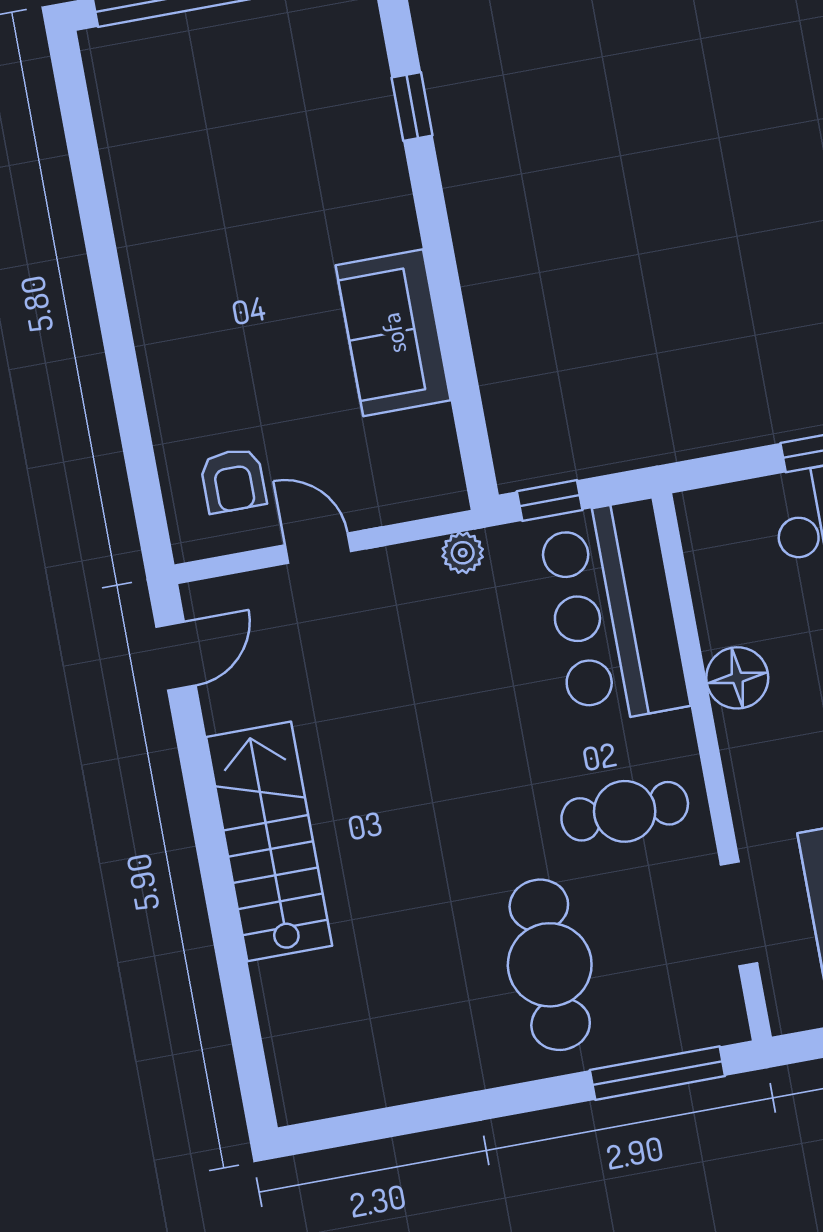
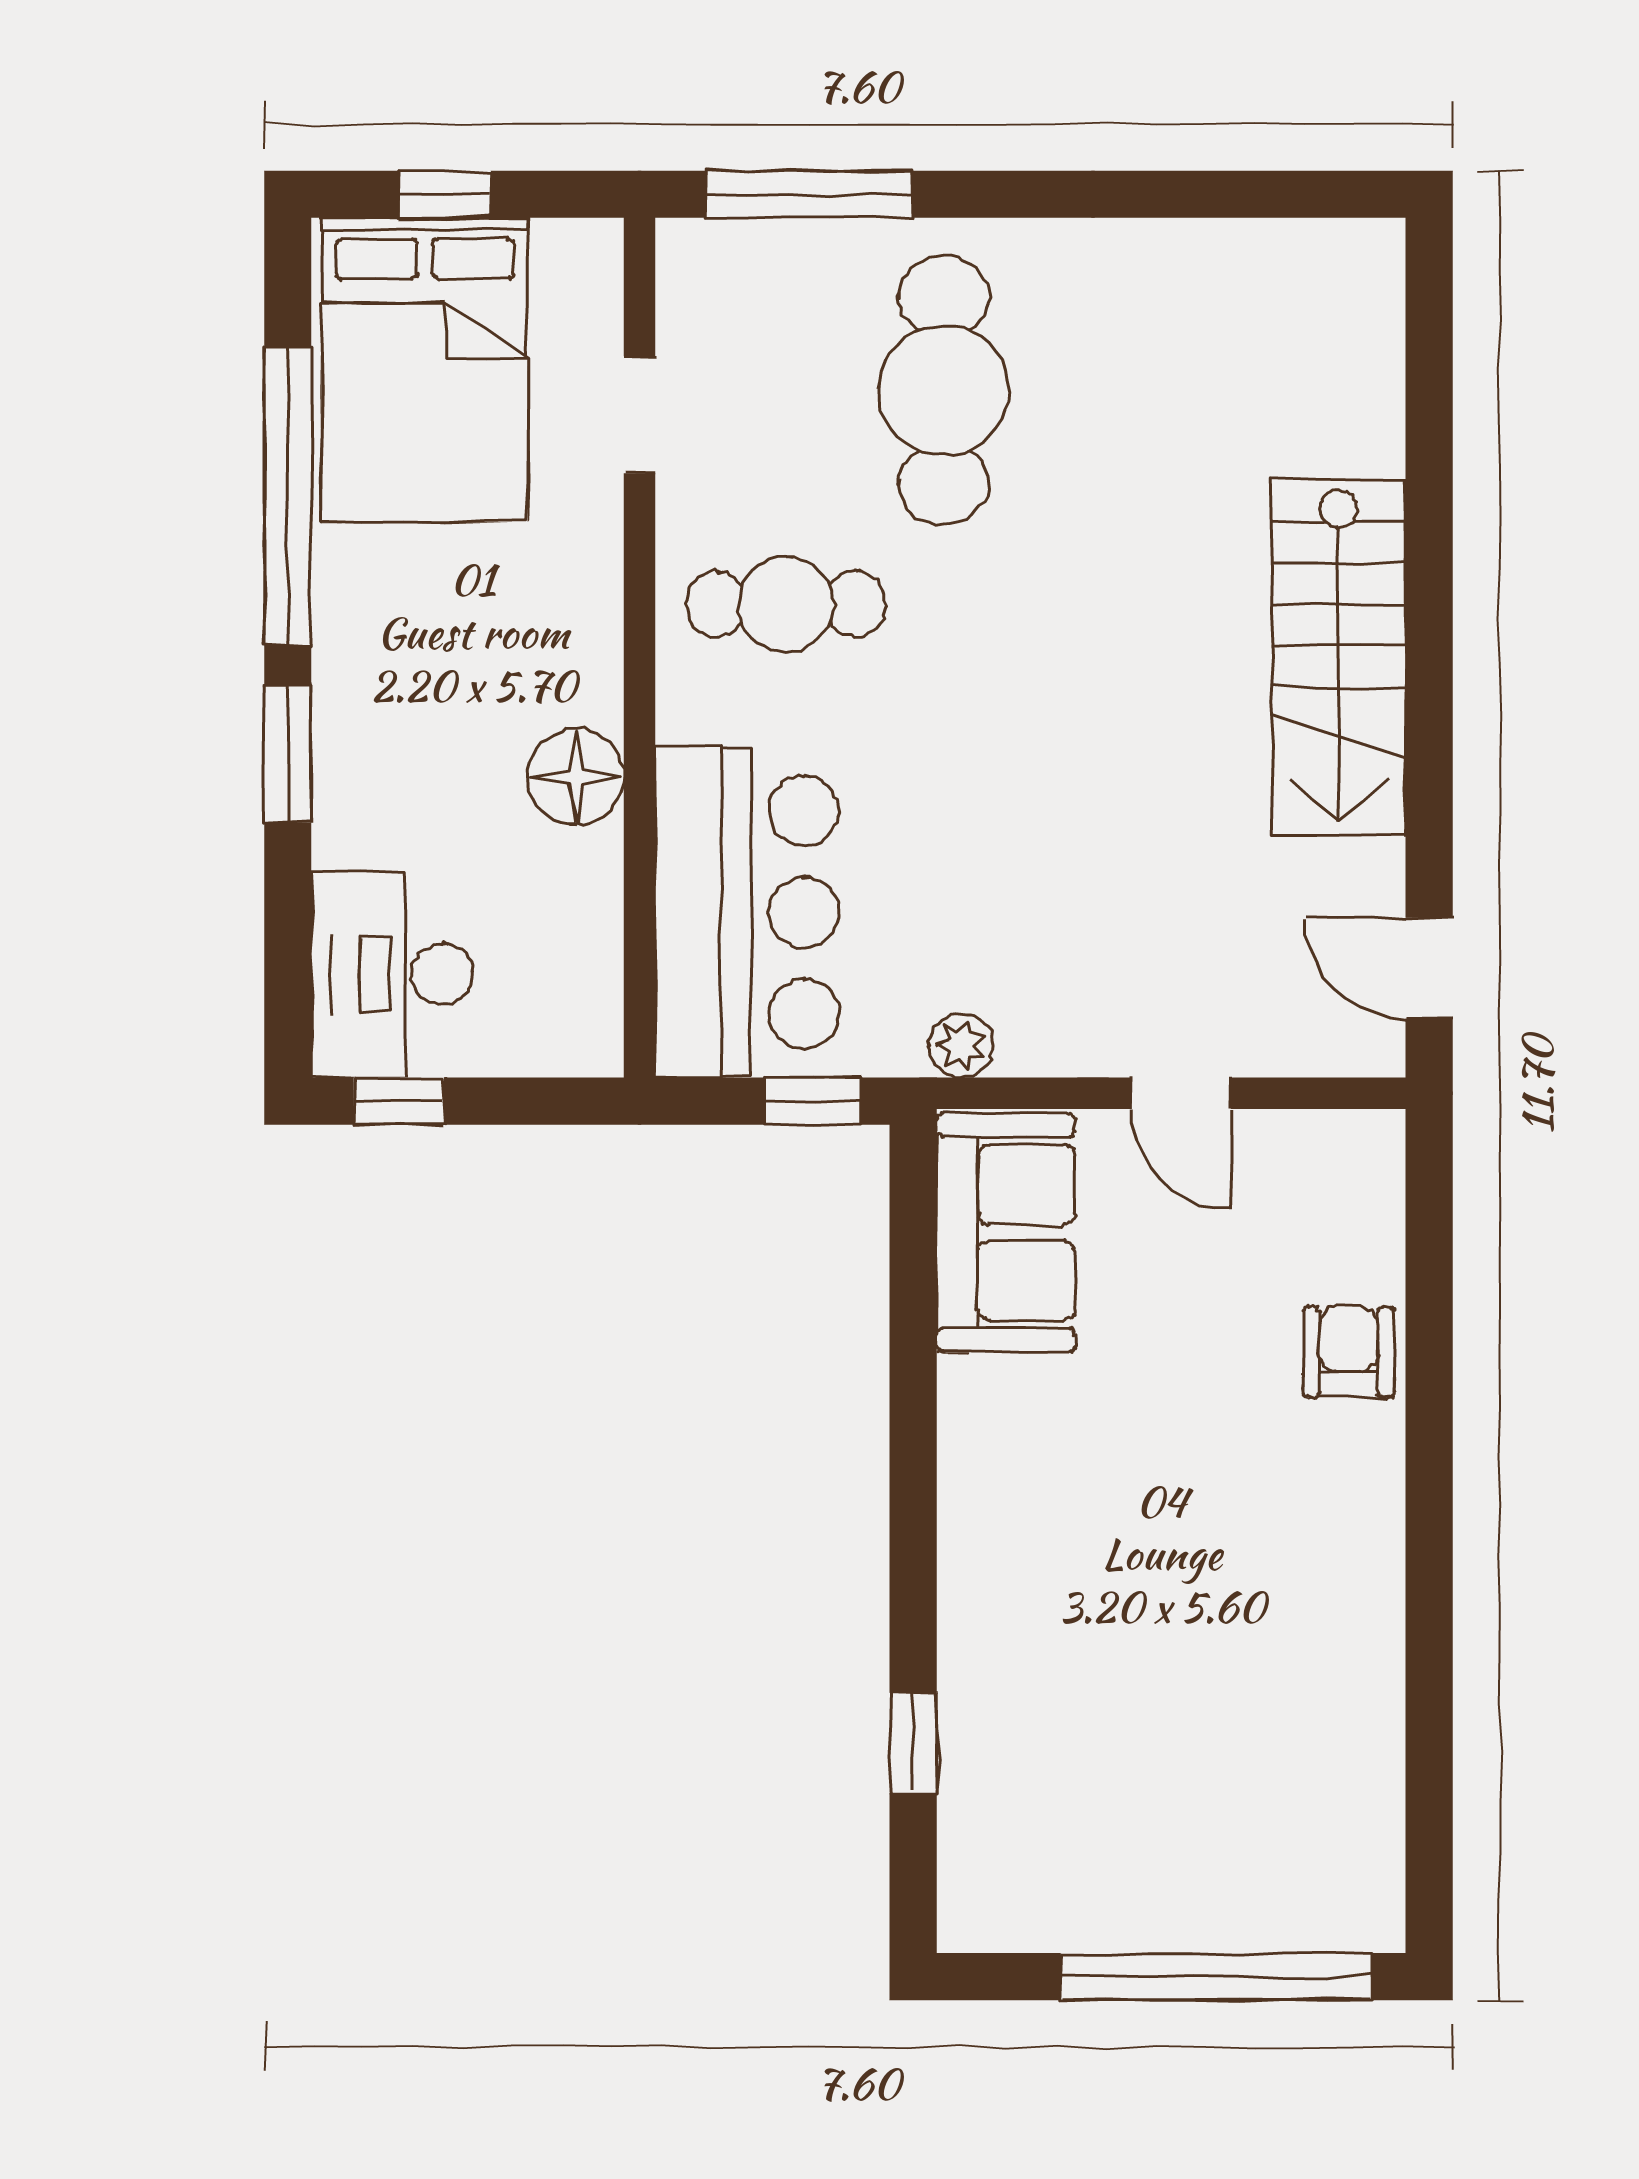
sofa: (393, 333) -> (1006, 1232), moved
armchair: (233, 481) -> (1349, 1352), moved
door: (176, 656) -> (1429, 968), hinge flipped
doorway: (739, 914) -> (640, 415), width x0.73

